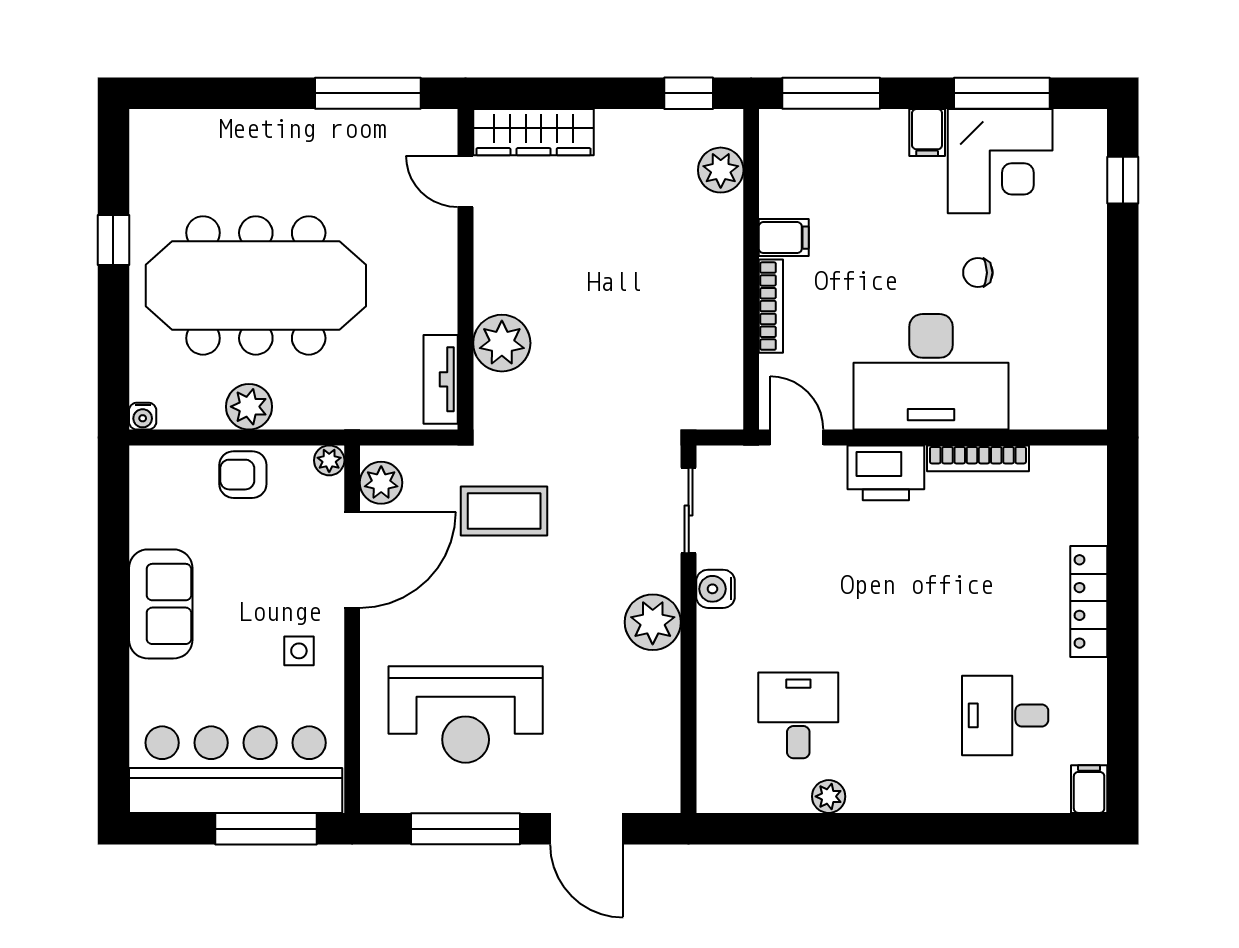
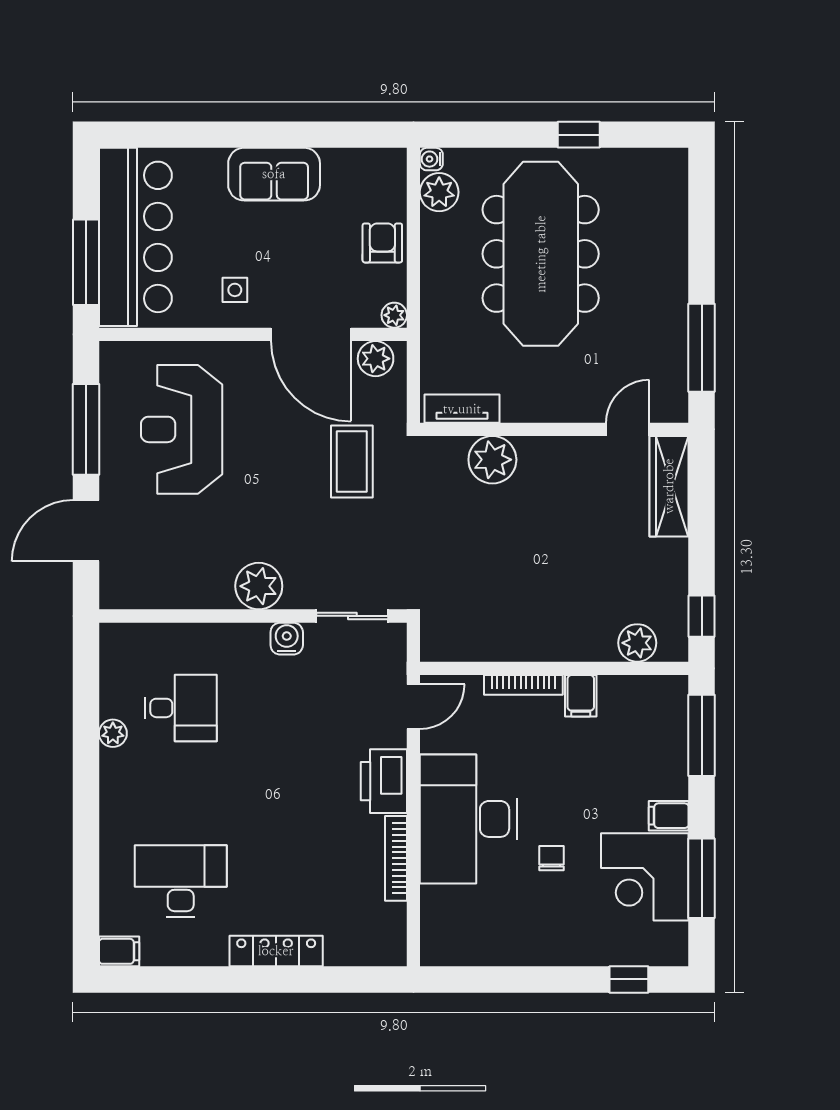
plant: (249, 407) -> (439, 192), moved
desk: (1005, 715) -> (181, 881), width x1.37

